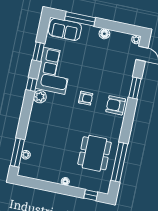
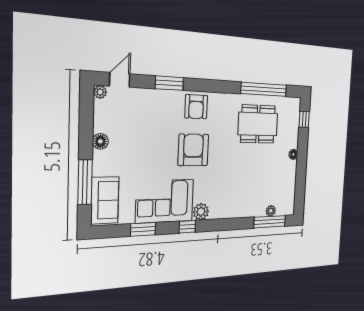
armchair: (86, 98) -> (193, 150), width x1.88, depth x1.88

